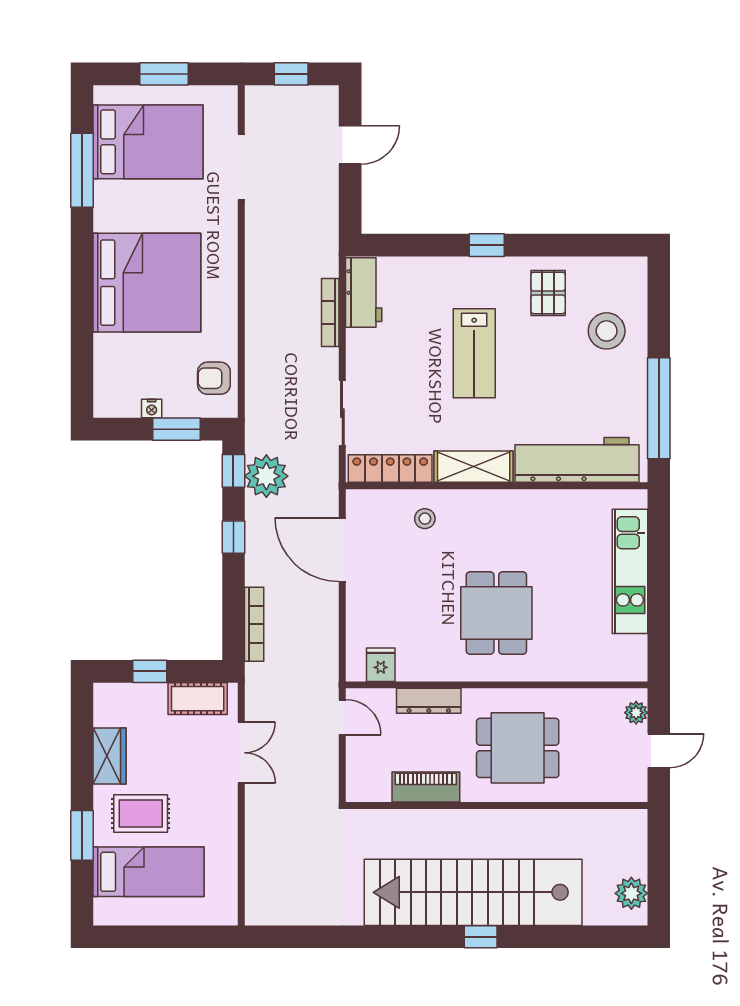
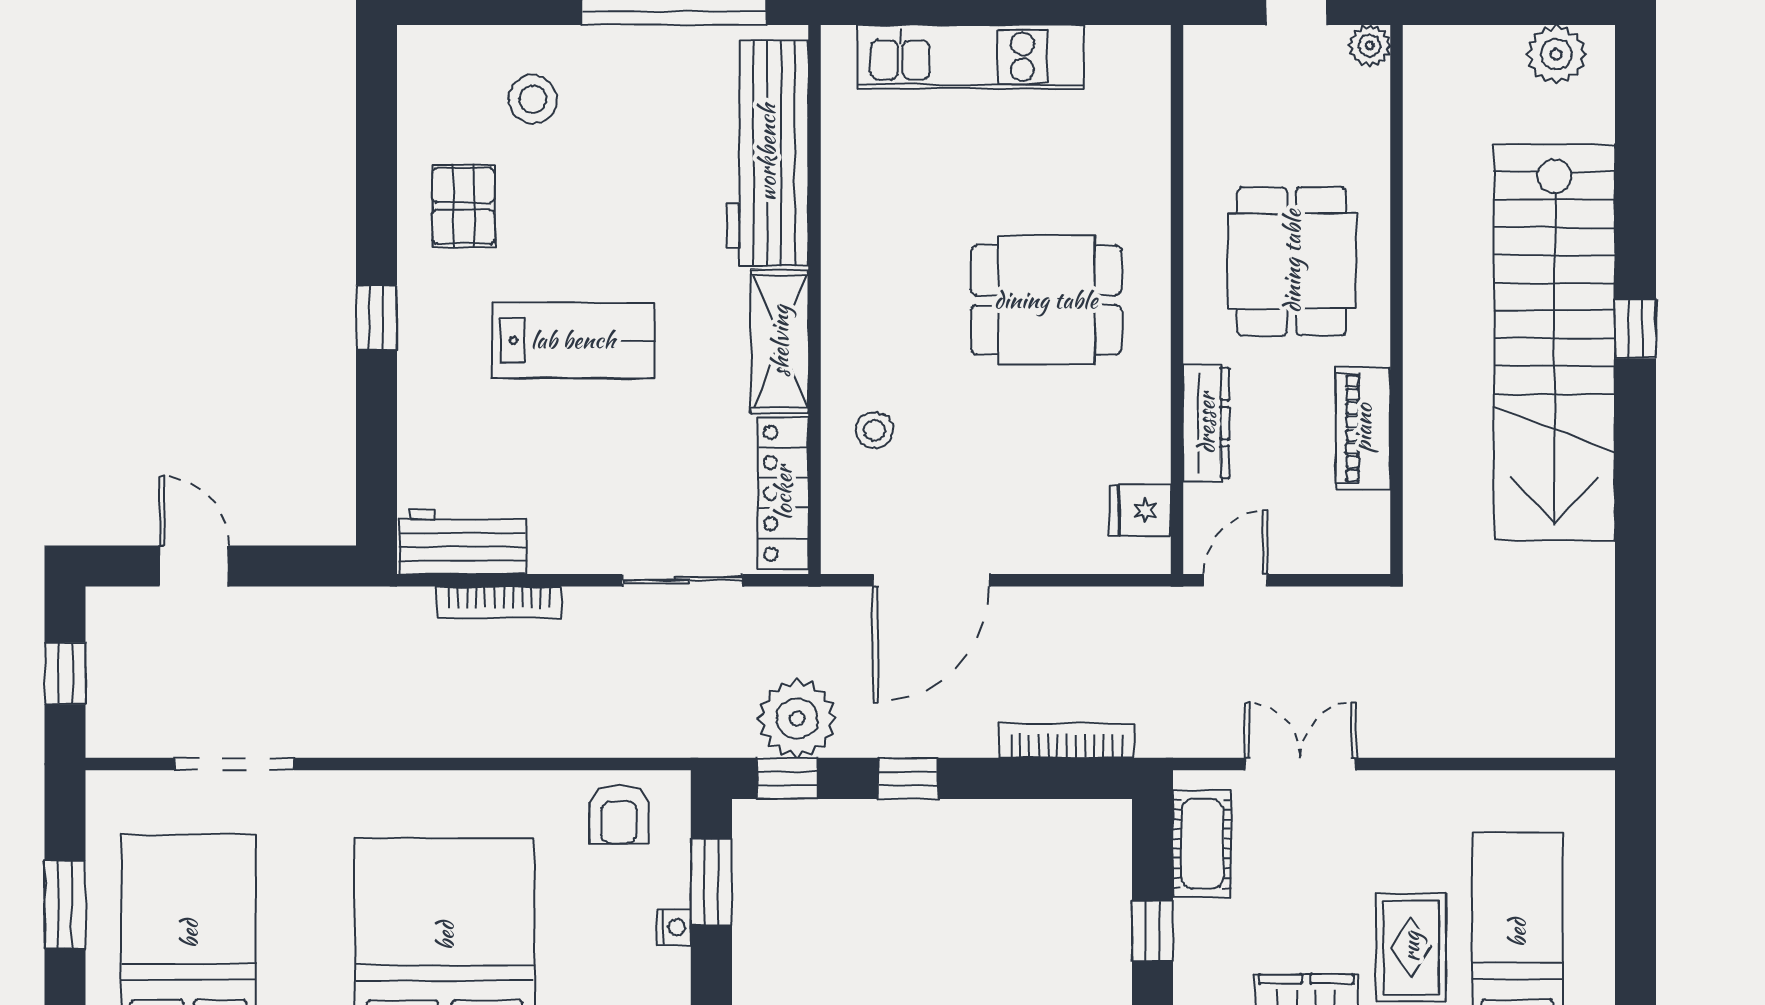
pallet: (548, 293) -> (464, 206), turned 90
stool: (607, 331) -> (533, 99), width x0.73, depth x0.73
plant: (636, 713) -> (1370, 46), moved

